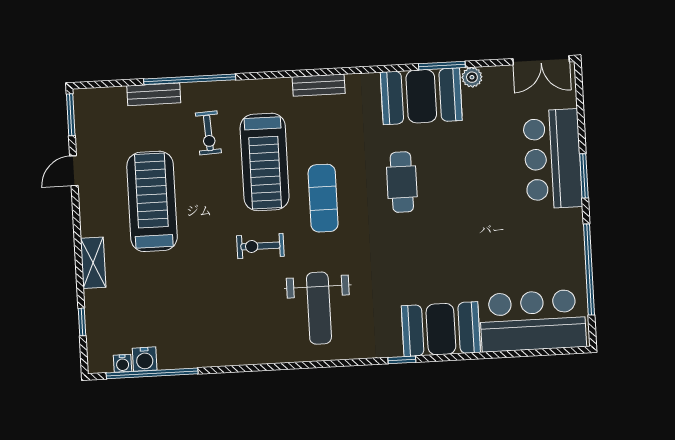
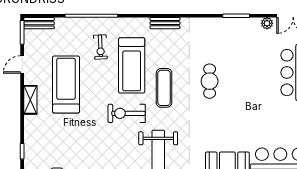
plant: (472, 77) -> (267, 23), moved
bench: (154, 94) -> (39, 23), moved
booth: (421, 96) -> (223, 33), removed
exercise bike: (260, 246) -> (127, 113), width x1.38, depth x1.39
shelving: (93, 263) -> (30, 100), moved

